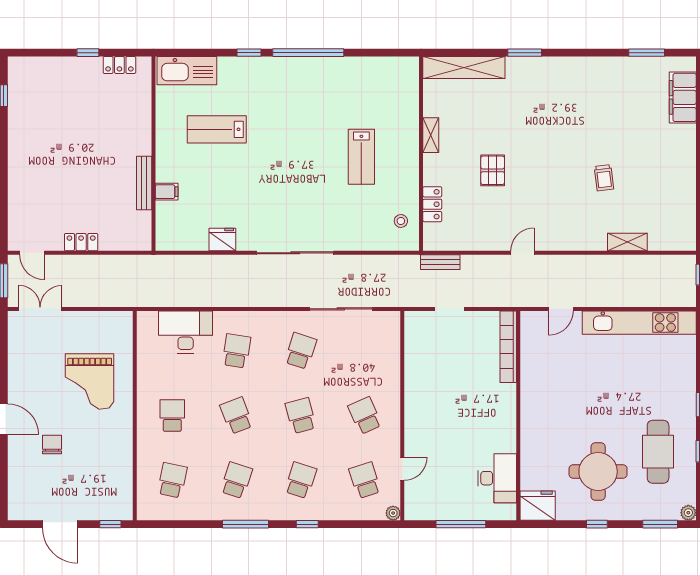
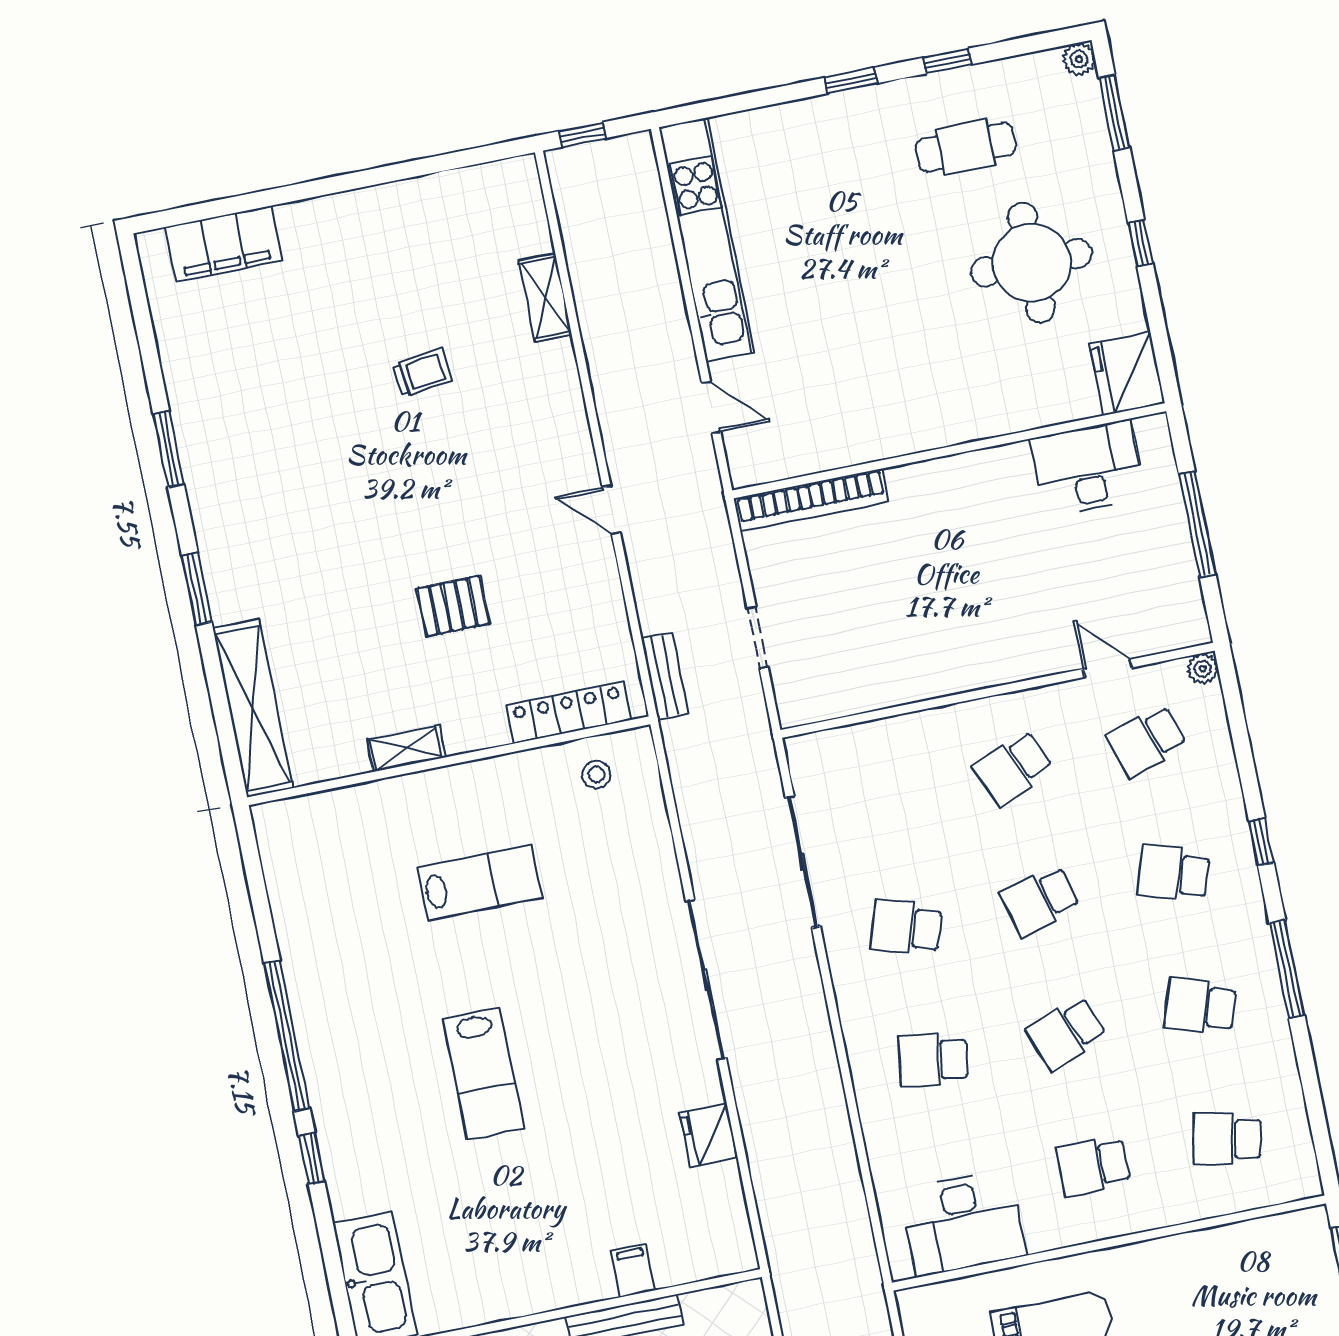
window: (647, 53) -> (169, 449), moved
lab bench: (217, 129) -> (483, 1073), moved
locker: (432, 204) -> (569, 712), width x1.53
desk: (186, 332) -> (963, 1223), moved, turned -90
cafe table: (658, 452) -> (966, 147), width x0.73, depth x0.74

